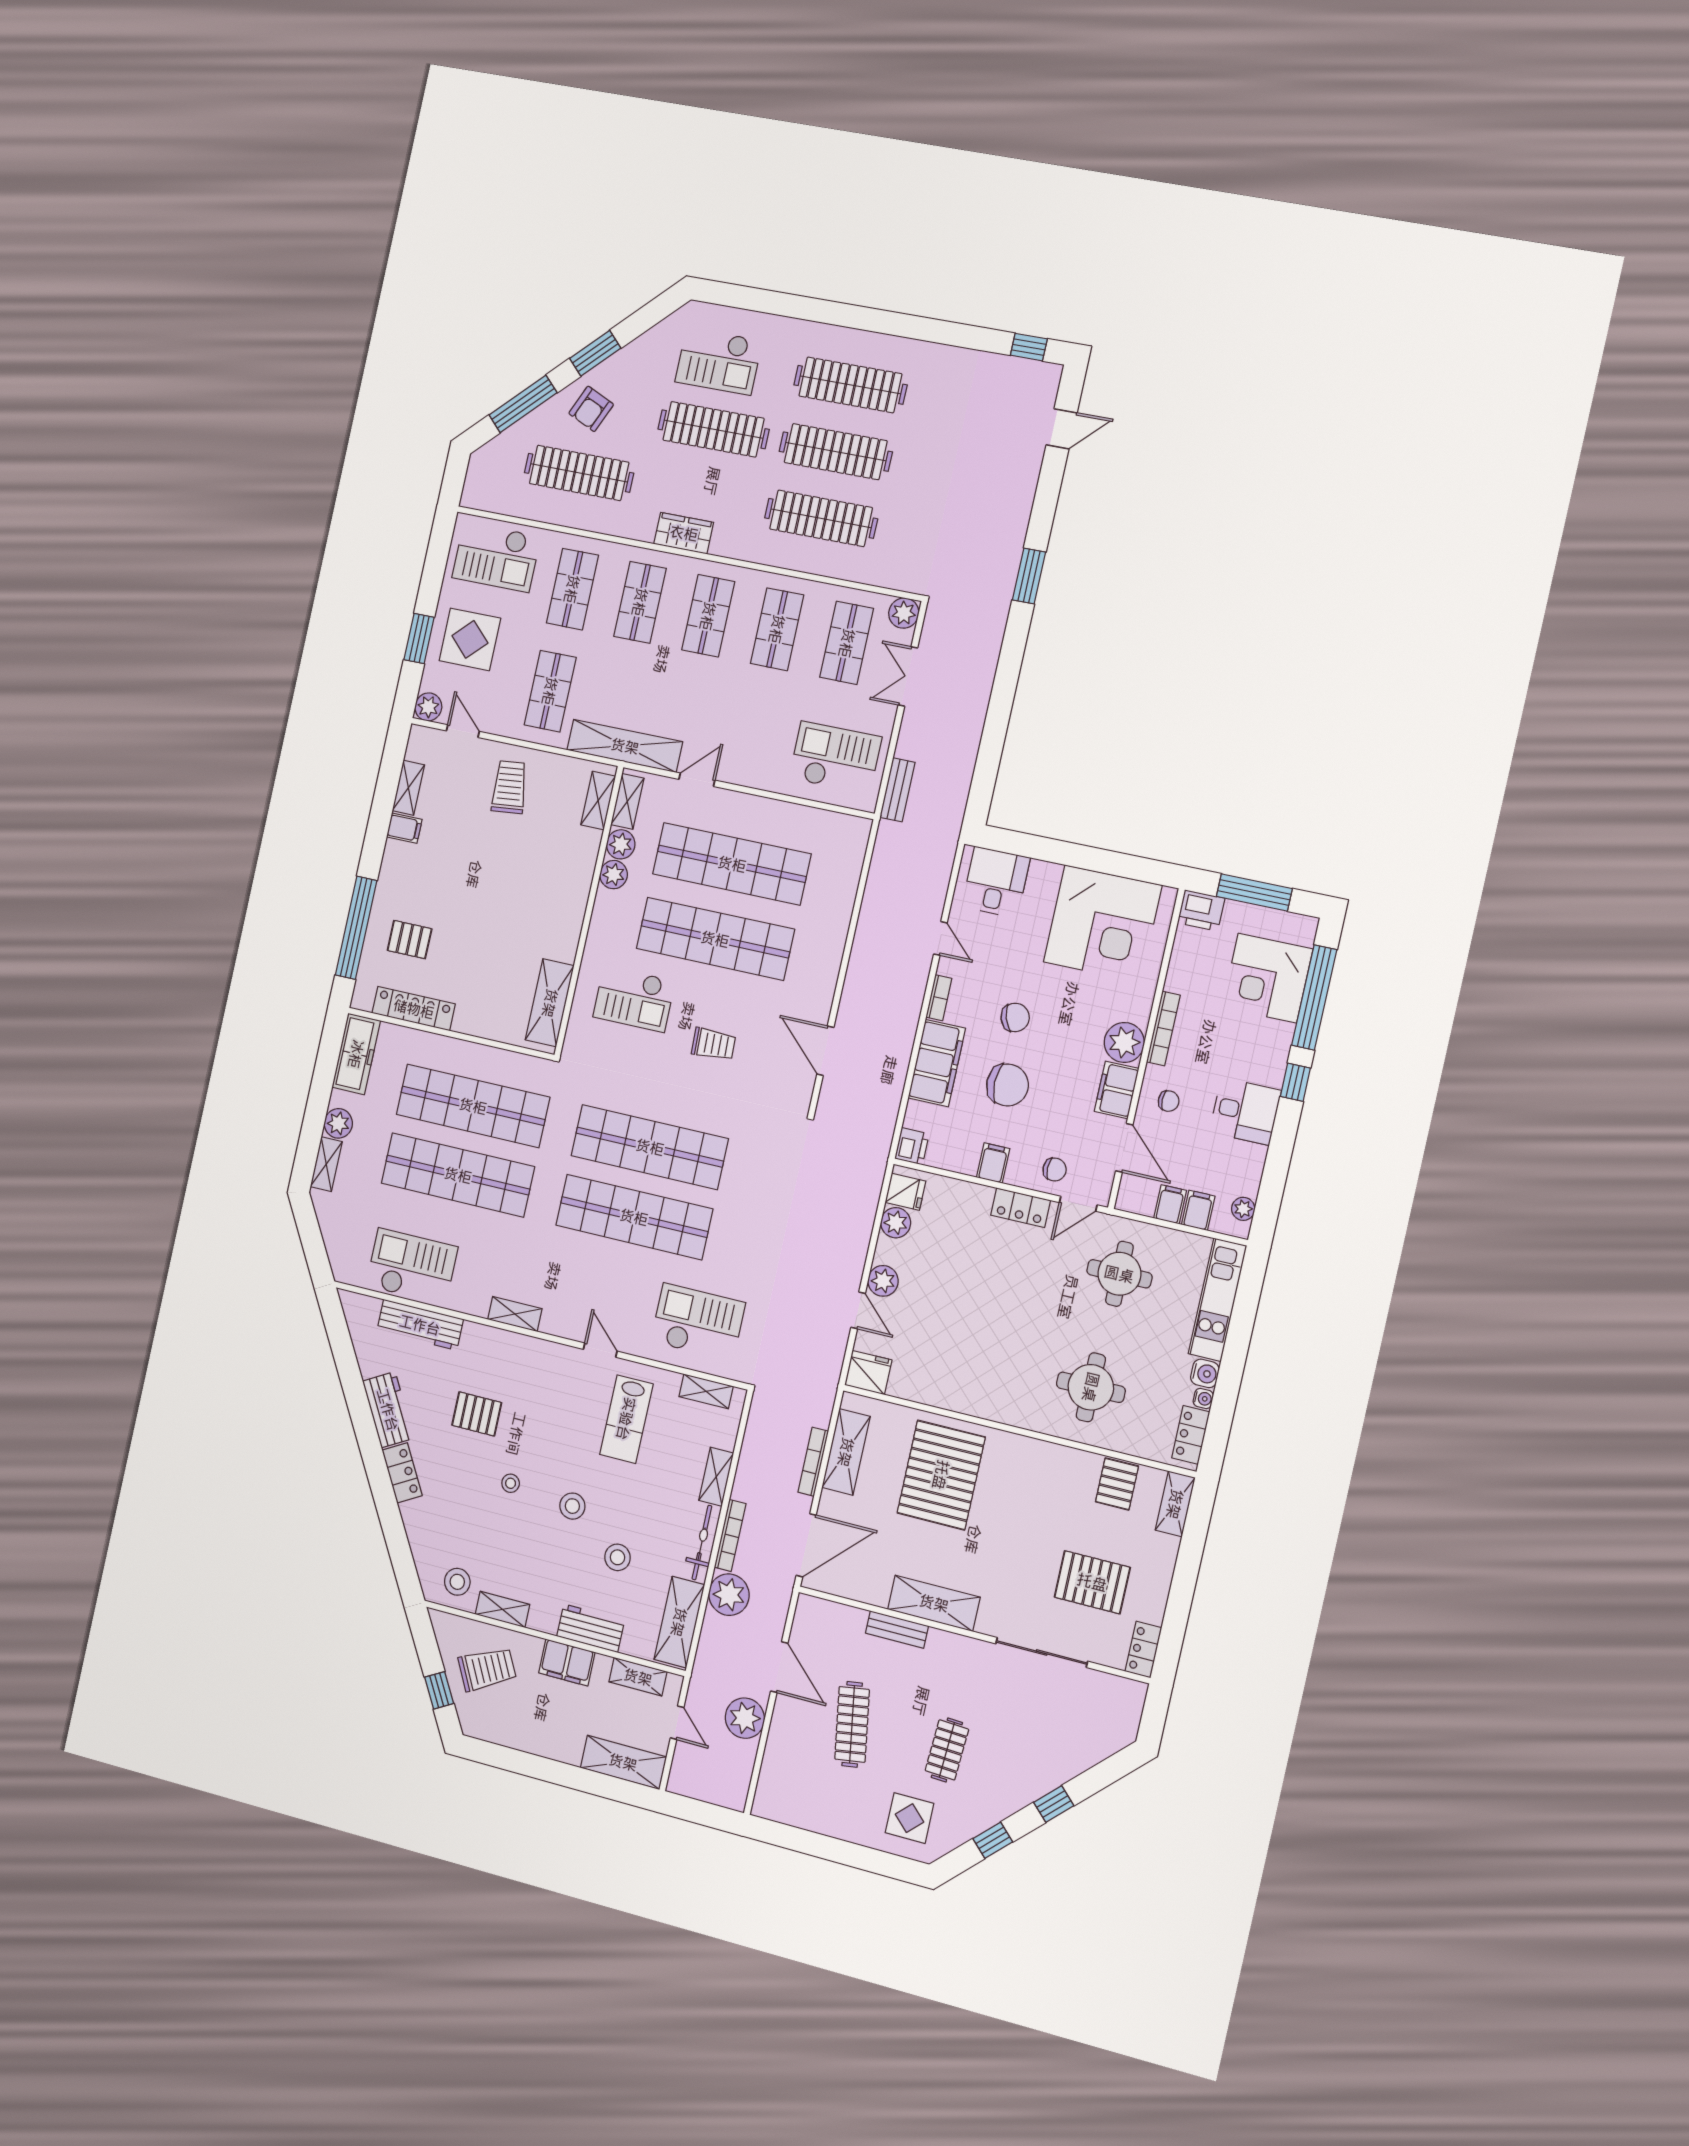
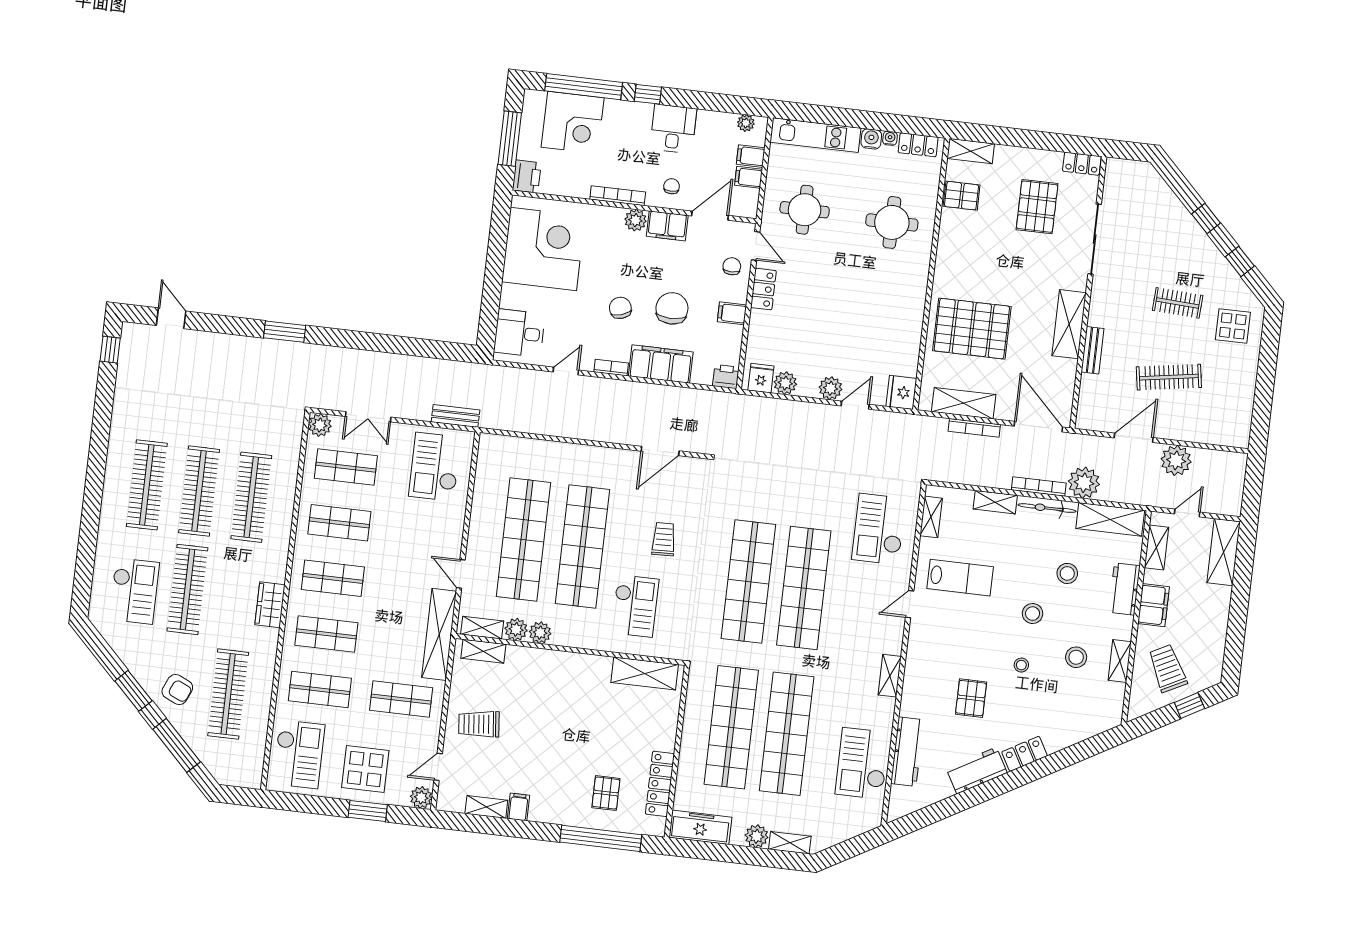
plant: (1124, 1042) -> (635, 220), width x0.73, depth x0.73
stool: (457, 1582) -> (1076, 657), moved

